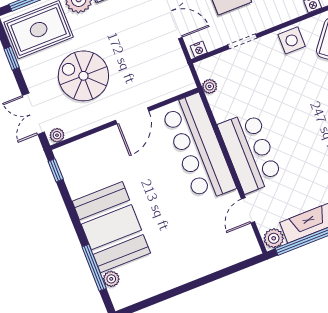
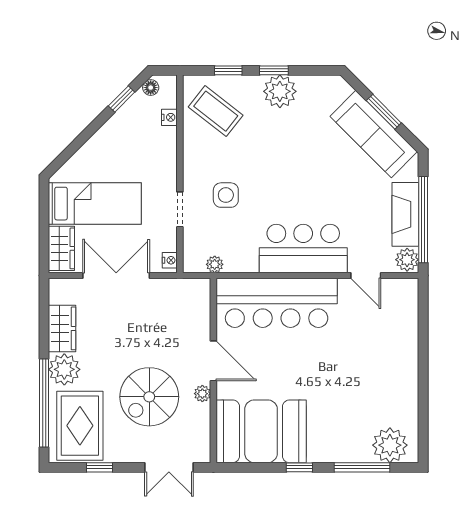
side table: (292, 40) -> (226, 195), moved
plant: (57, 135) -> (202, 394), moved
window: (56, 170) -> (299, 467), moved
booth: (111, 227) -> (261, 431), moved
plant: (111, 279) -> (390, 445), width x1.88, depth x1.88

